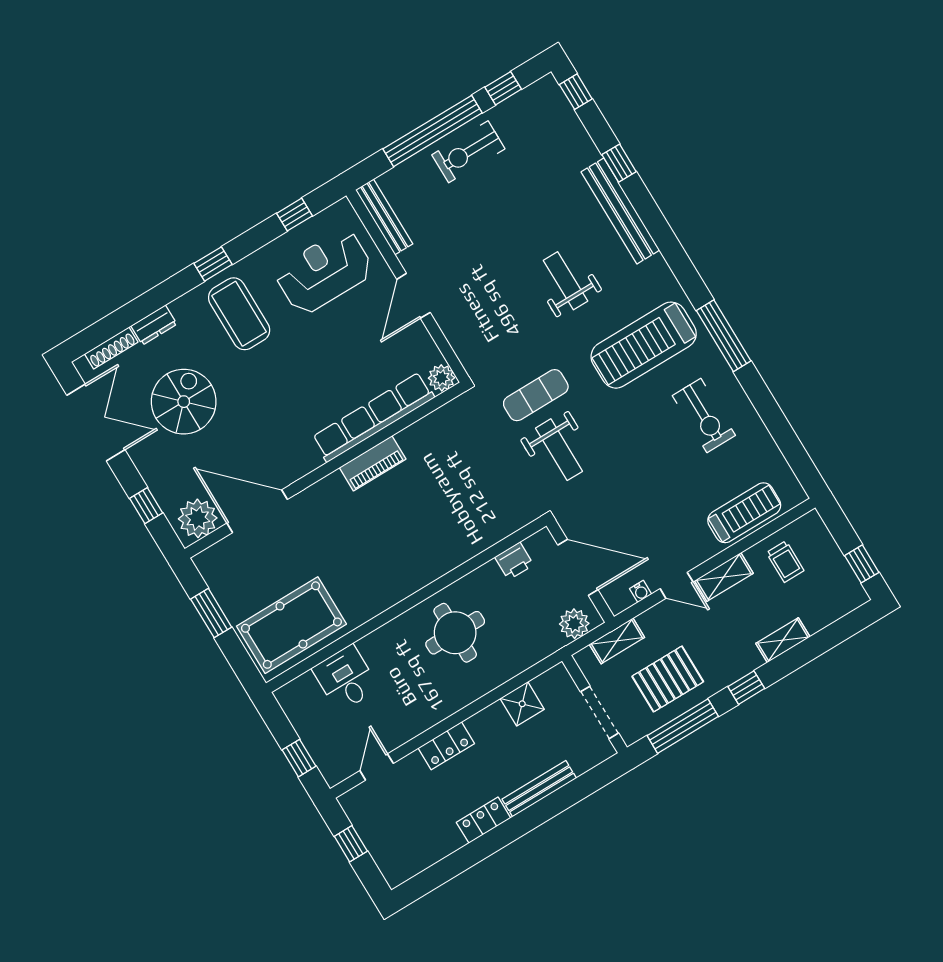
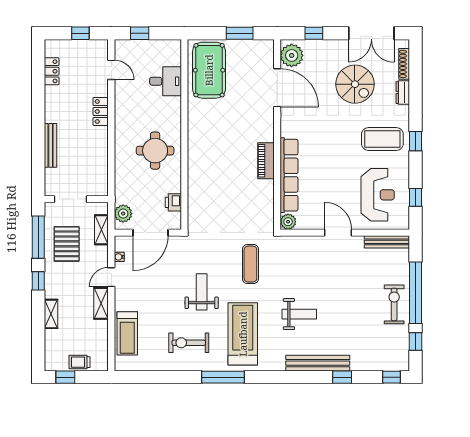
weight bench: (559, 450) -> (202, 292), moved, turned 90
door: (257, 511) -> (277, 88), hinge flipped
trolley: (785, 562) -> (79, 362), moved
shower: (522, 704) -> (99, 163), removed
locker: (484, 820) -> (52, 71), moved

